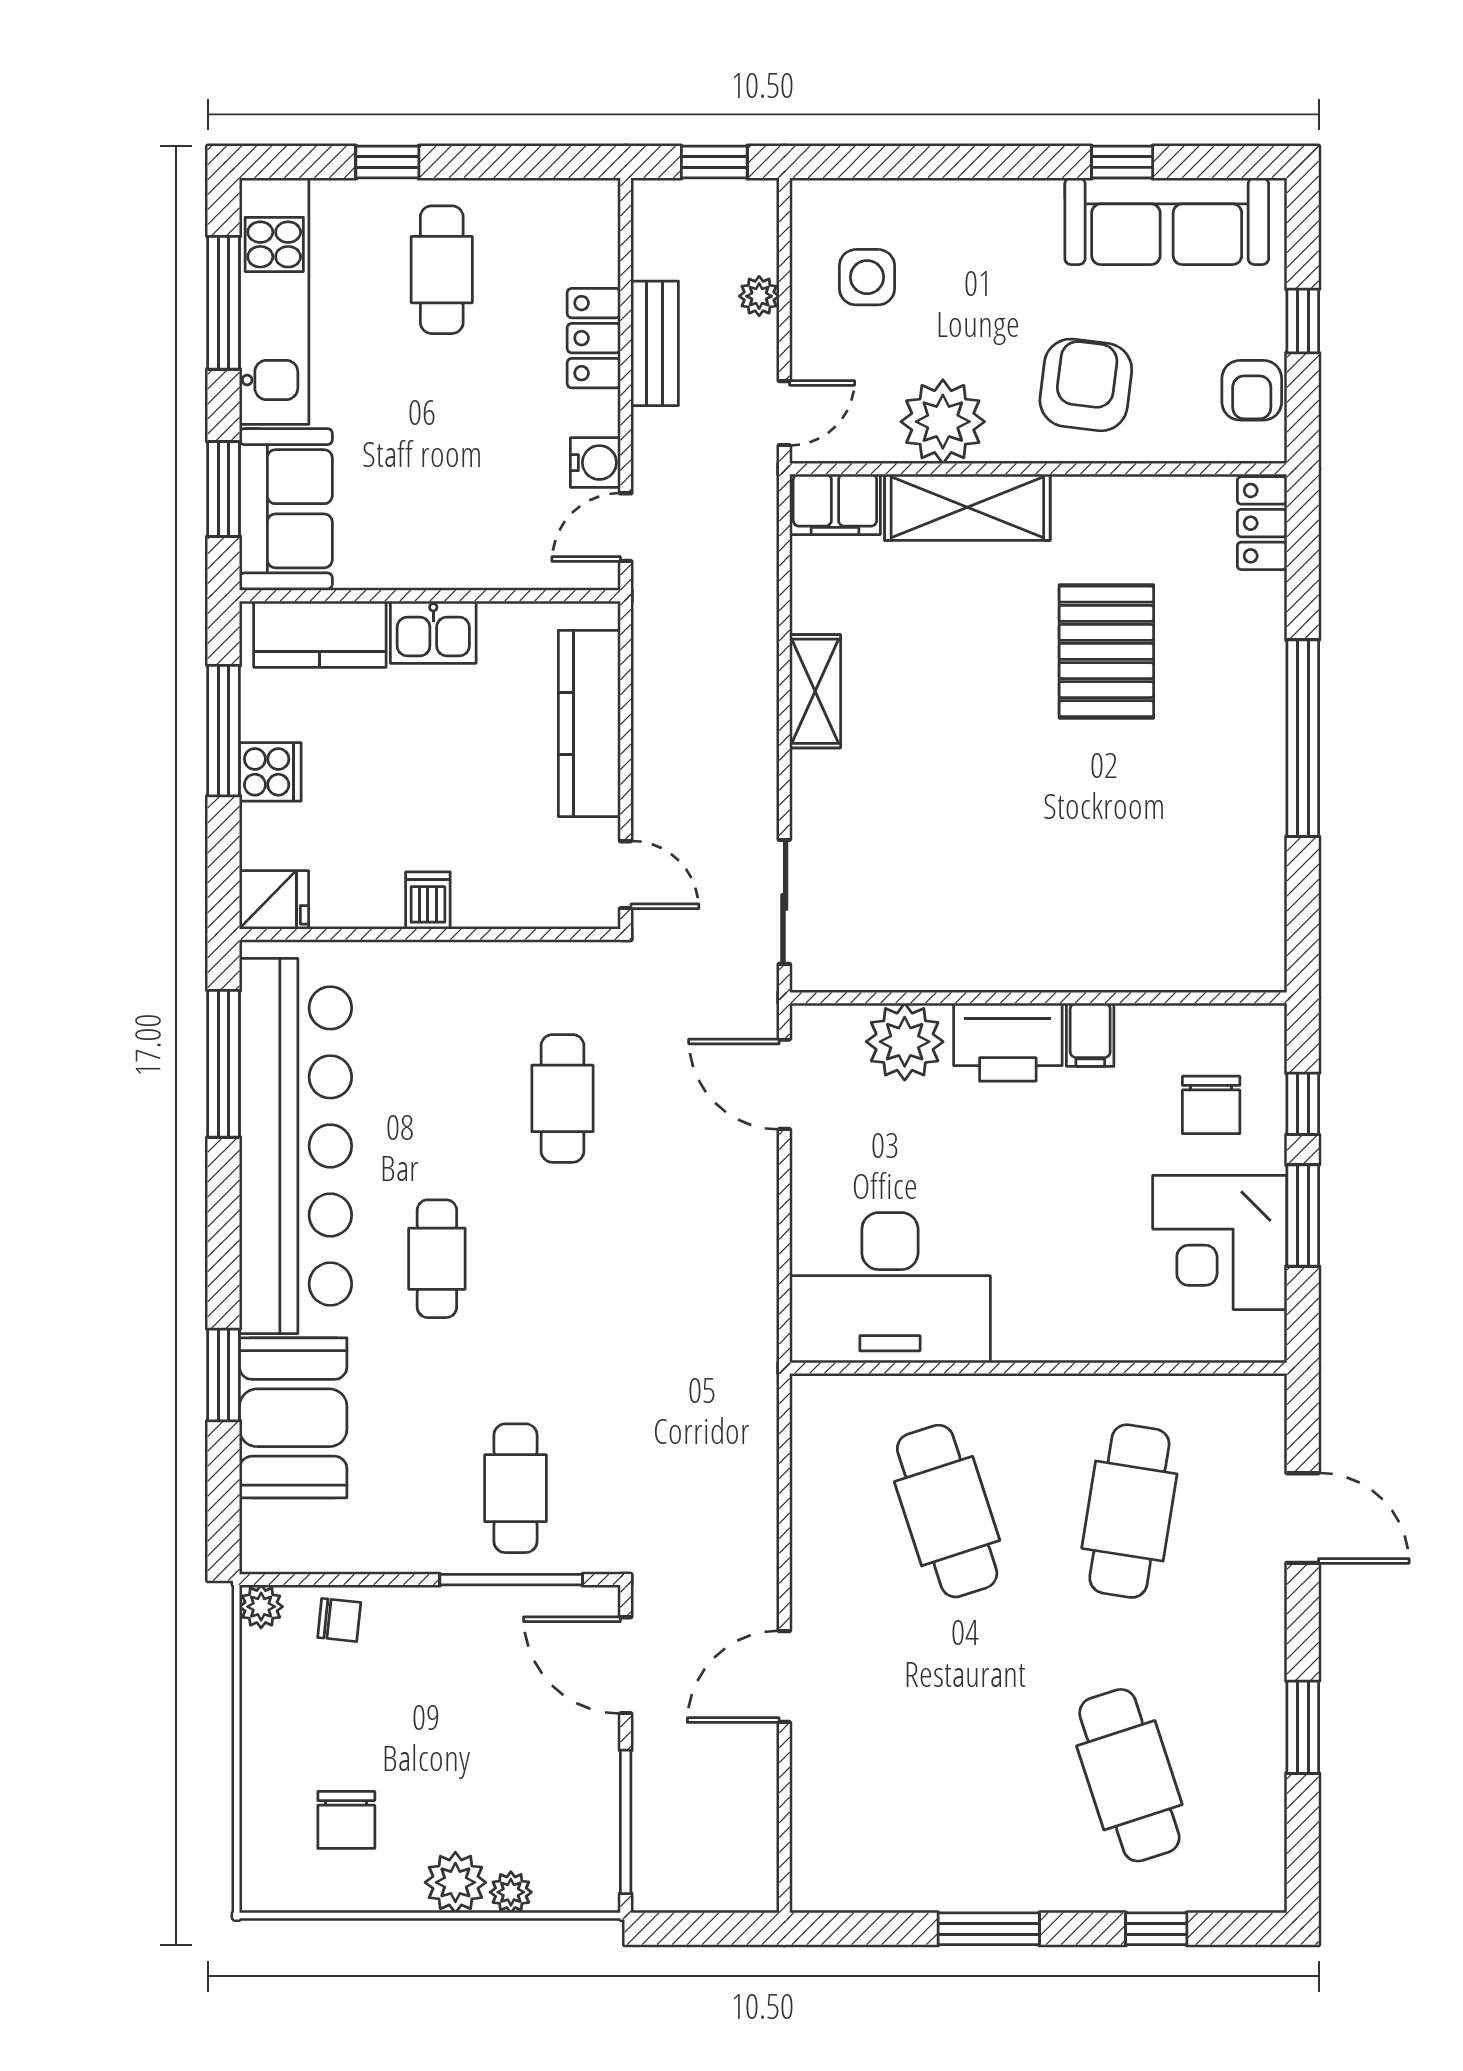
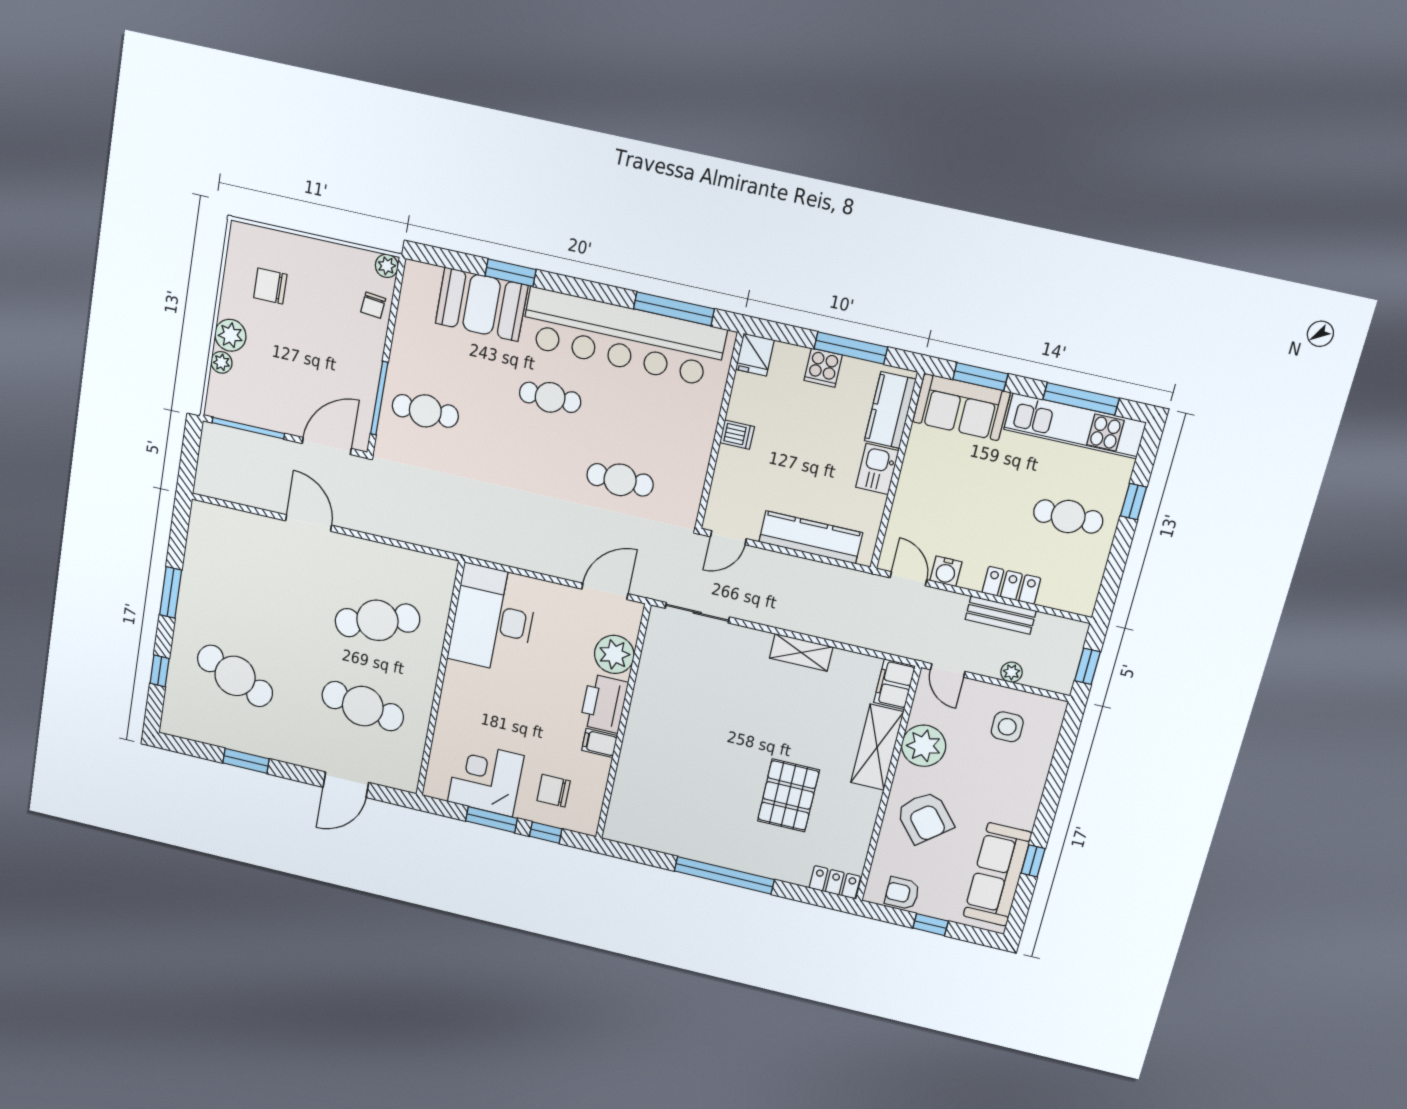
armchair: (1086, 385) -> (925, 818), turned 43
pallet: (1106, 651) -> (788, 795), turned 90
cafe table: (1129, 1775) -> (235, 676), turned 42

